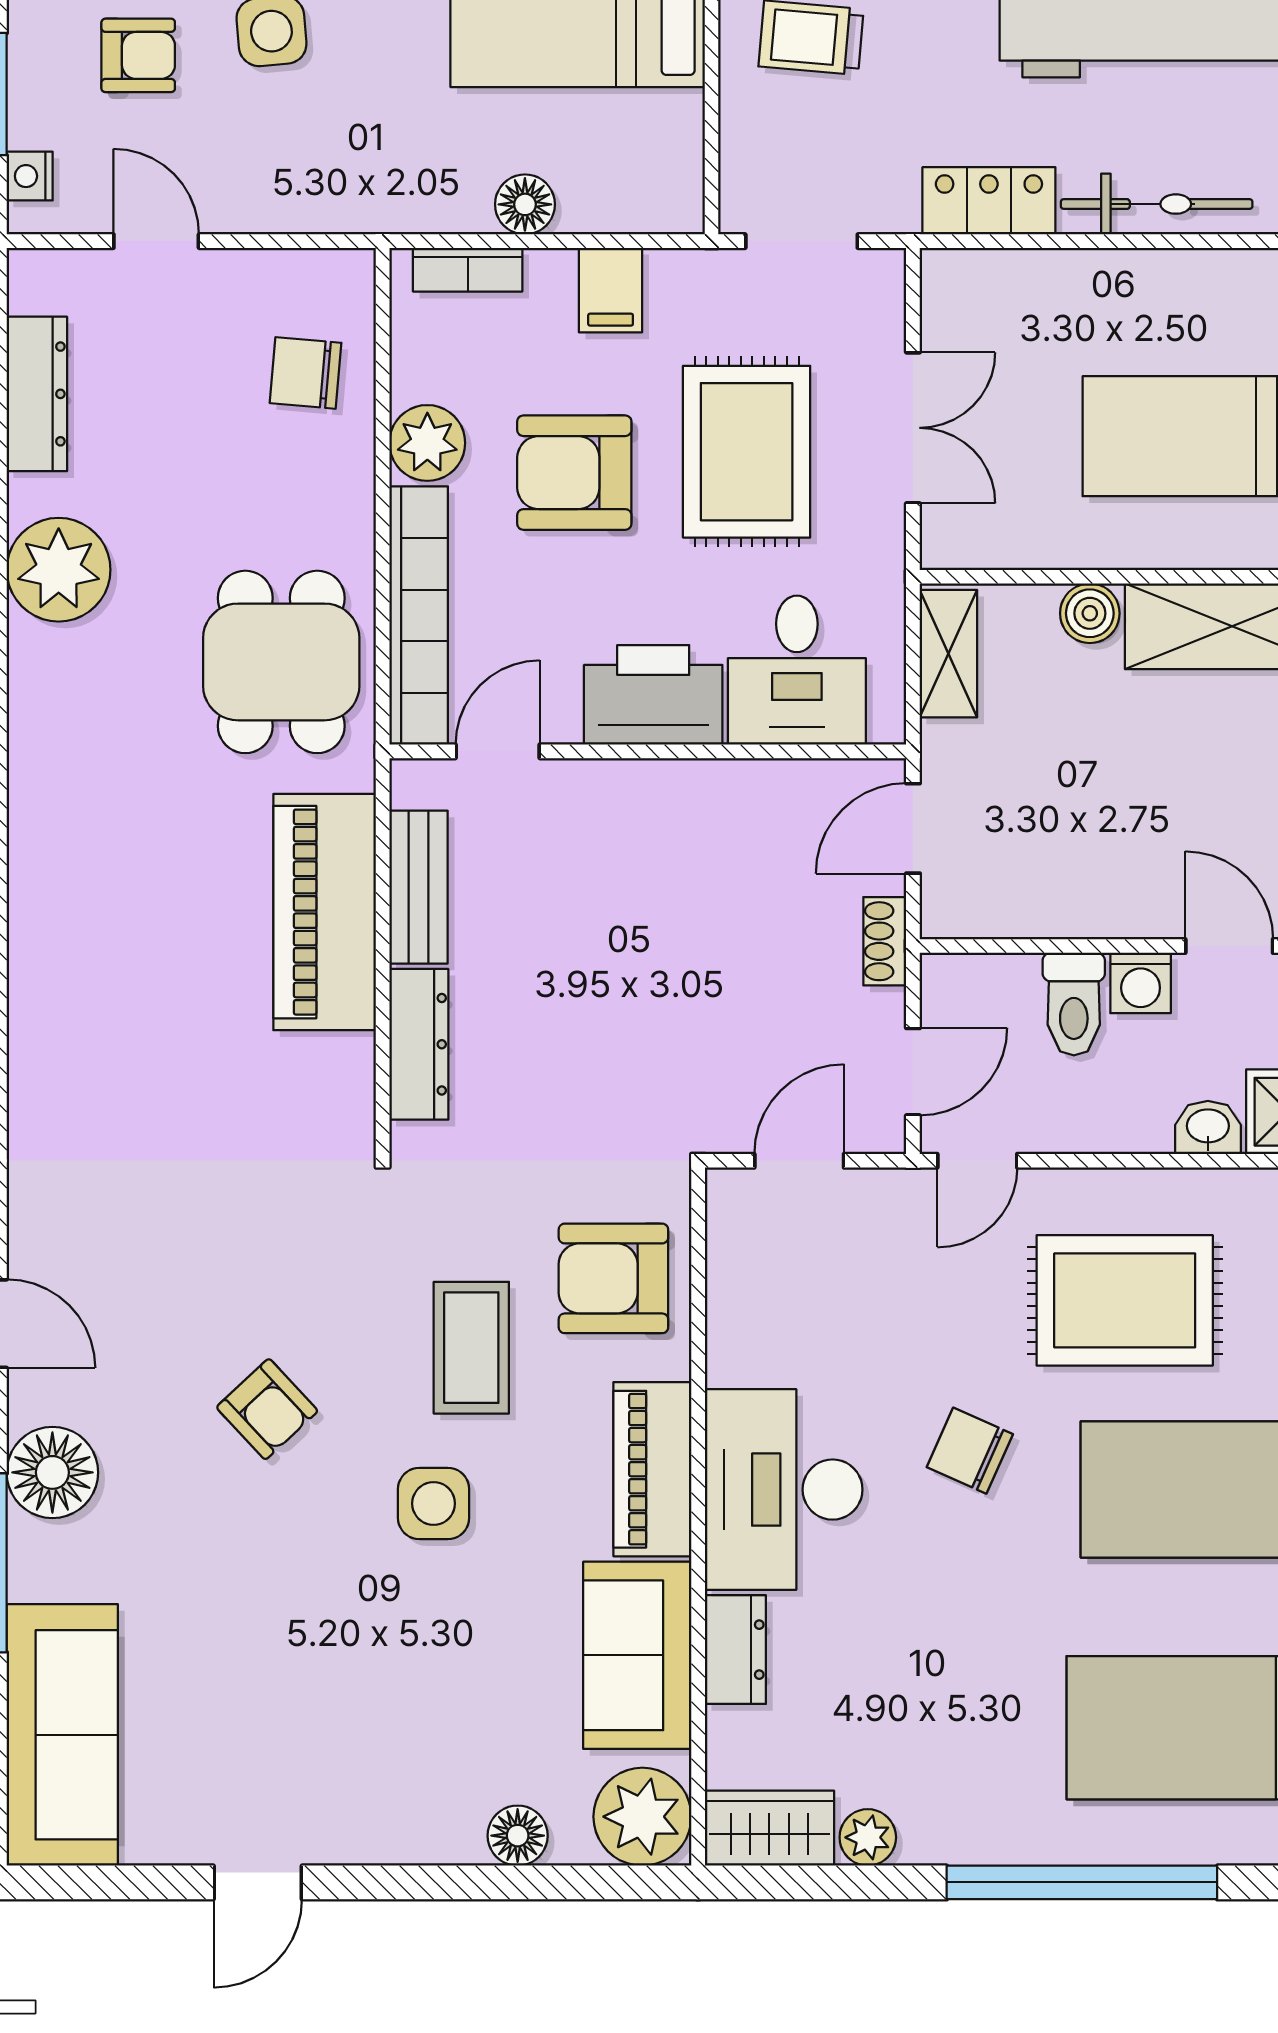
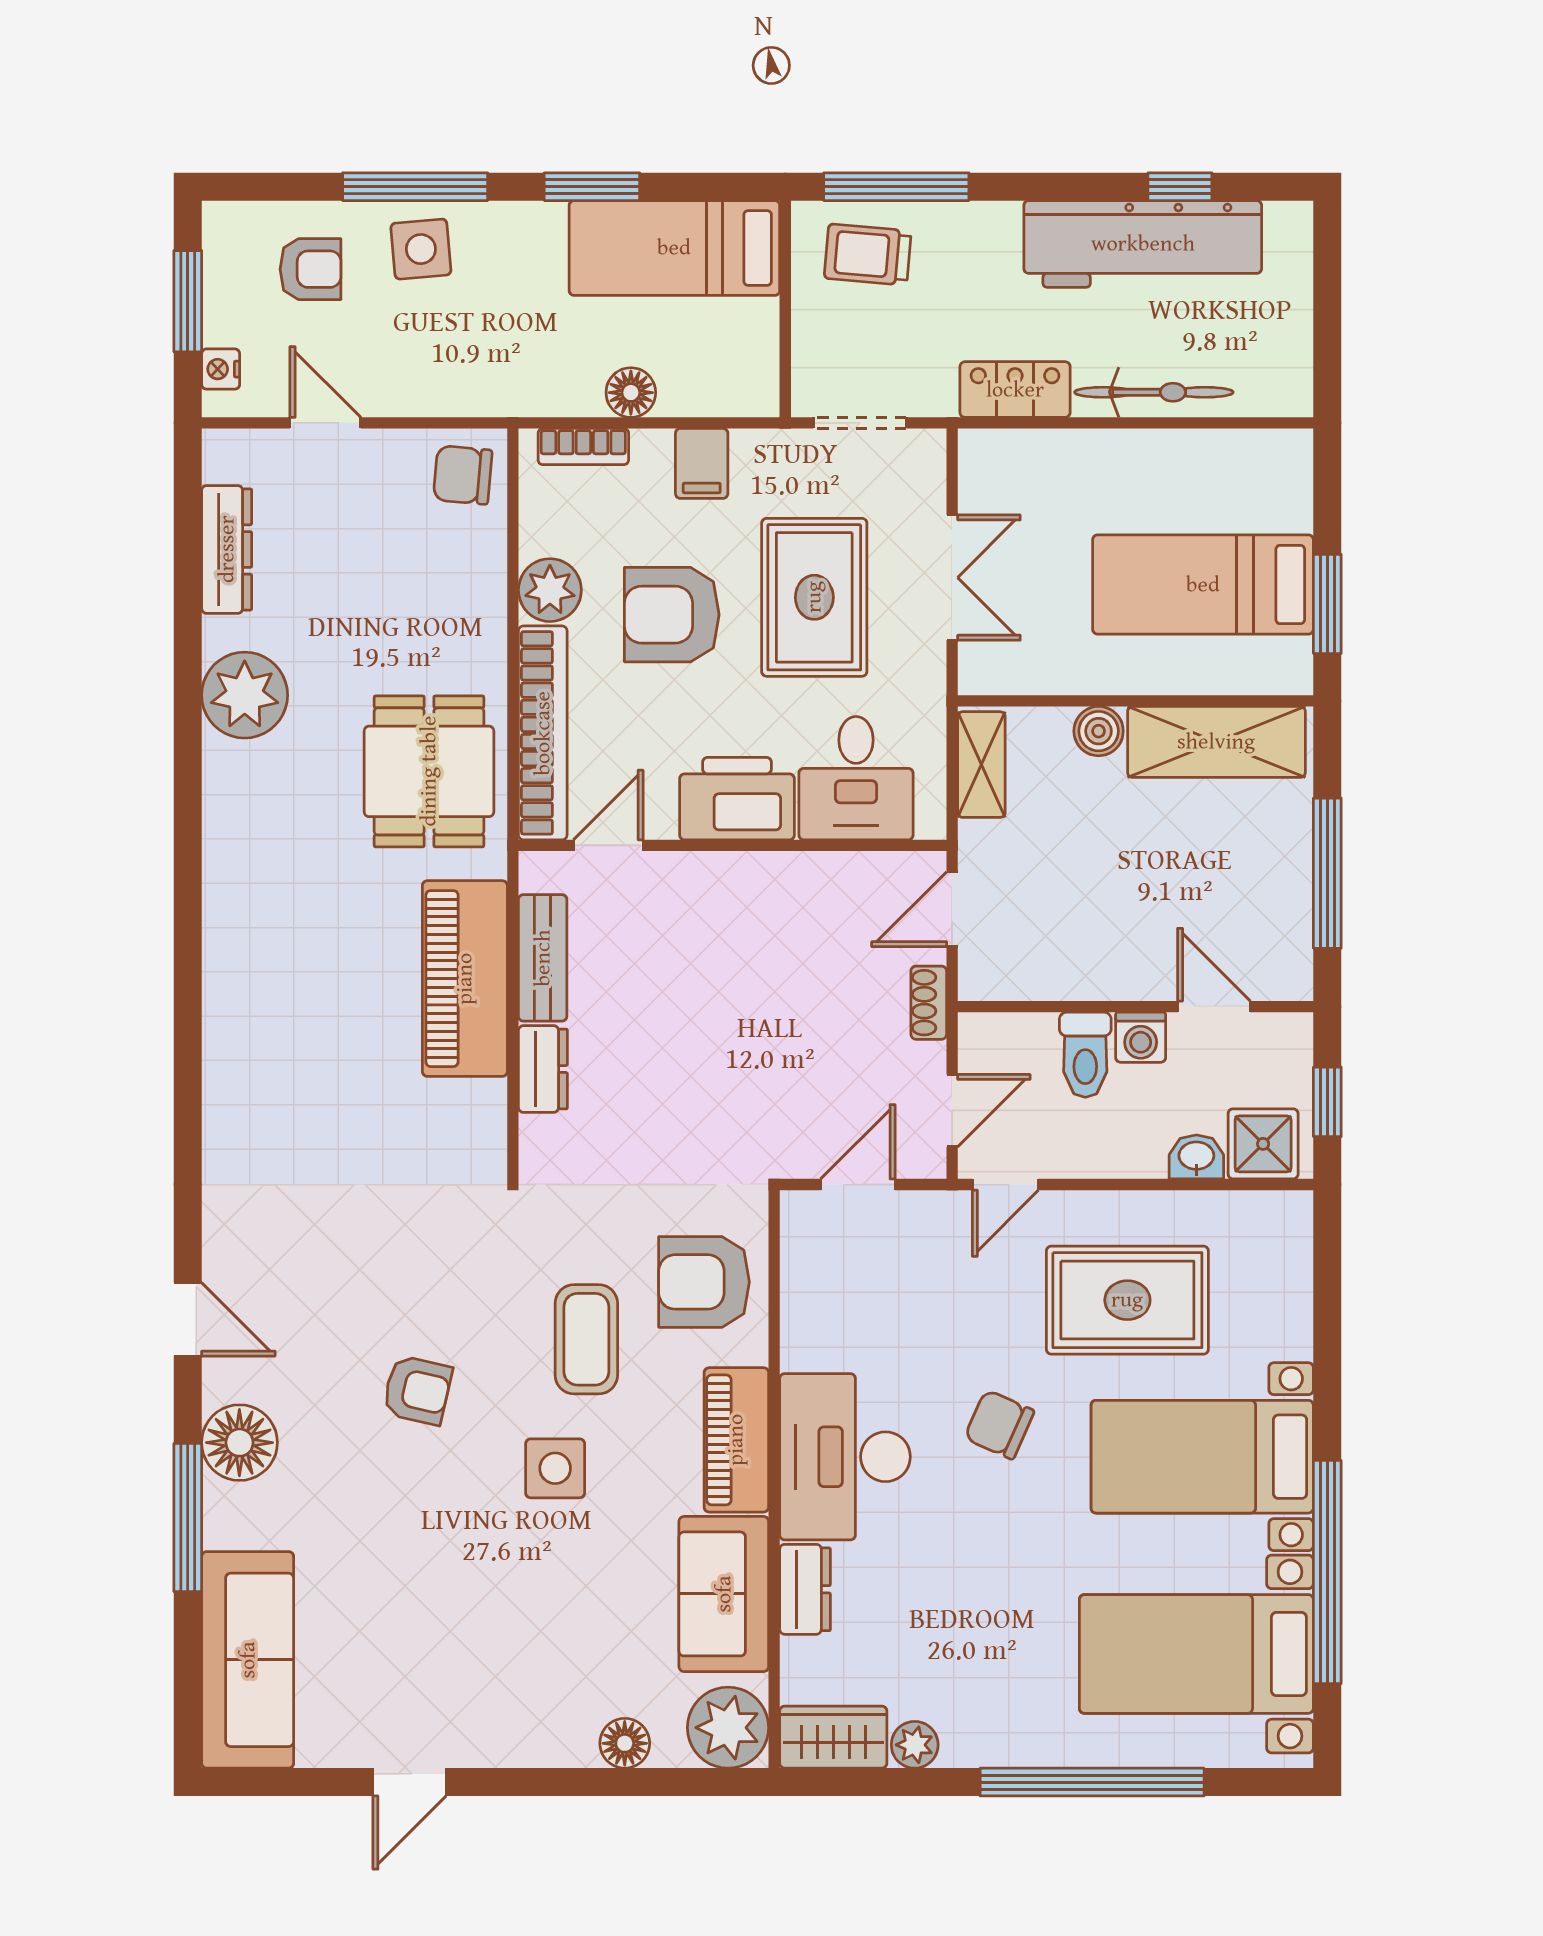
chair: (306, 373) -> (463, 475), moved
dresser: (419, 1044) -> (543, 1069), width x0.70
armchair: (267, 1409) -> (417, 1390), turned -34

